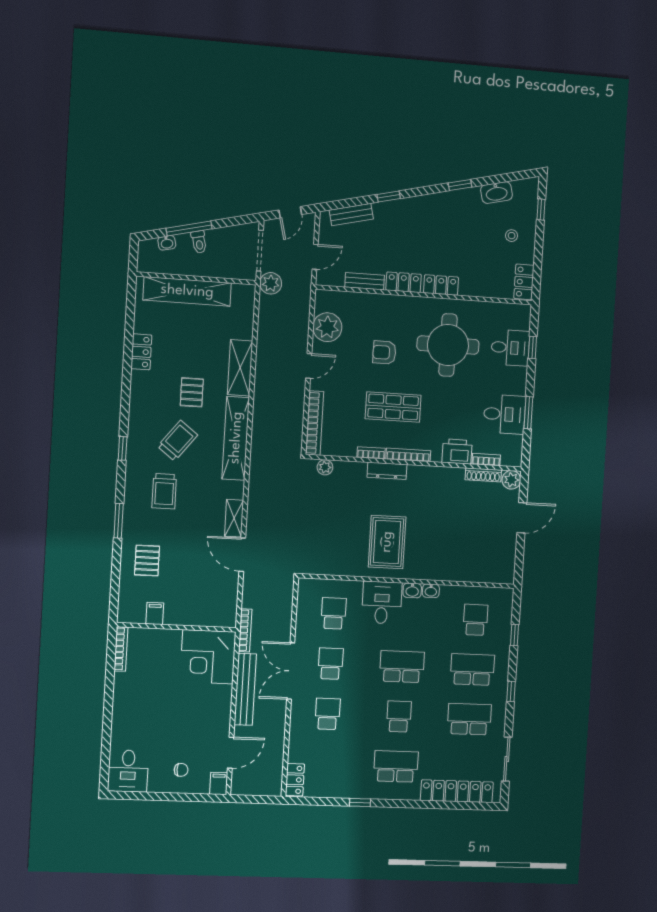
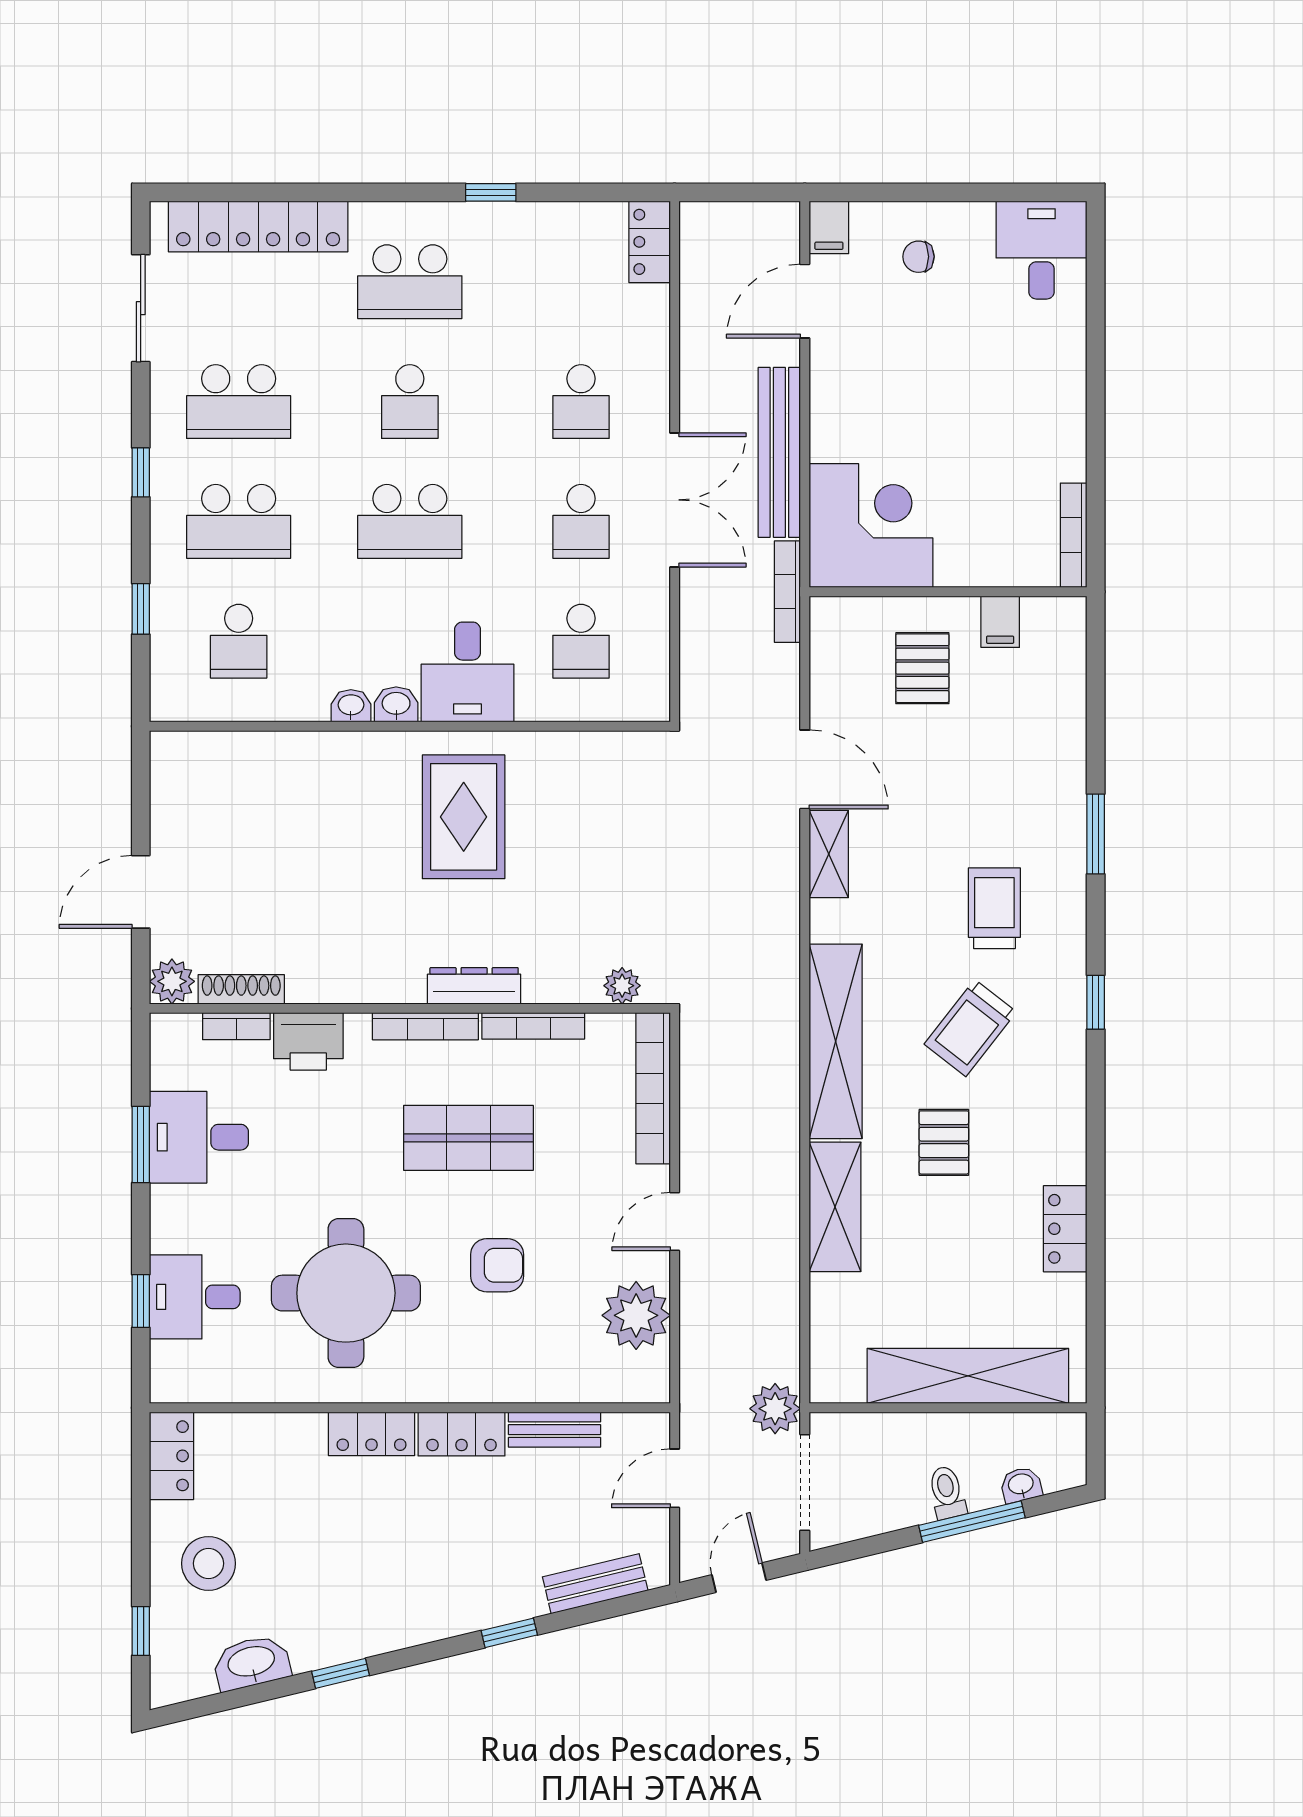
stool: (512, 236) -> (209, 1563), width x1.89, depth x1.89
bookcase: (371, 453) -> (533, 1026), width x1.56
pallet: (147, 561) -> (922, 668), moved

